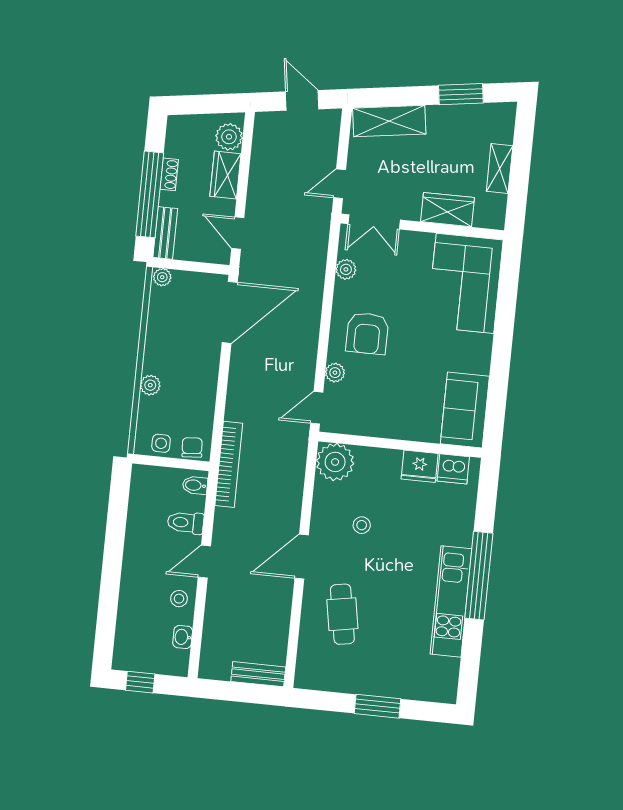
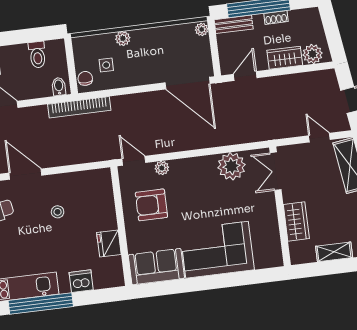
door: (340, 184) -> (319, 138), moved
plant: (346, 269) -> (232, 166), width x1.88, depth x1.88
corner sofa: (465, 283) -> (217, 250), moved
armchair: (367, 333) -> (151, 205), moved
side table: (161, 443) -> (106, 65), moved
chair: (192, 447) -> (85, 78), turned -86
plant: (335, 462) -> (98, 183), removed
dishwasher: (453, 469) -> (81, 281), moved, turned 90
toilet: (186, 523) -> (37, 55), moved, turned 180

